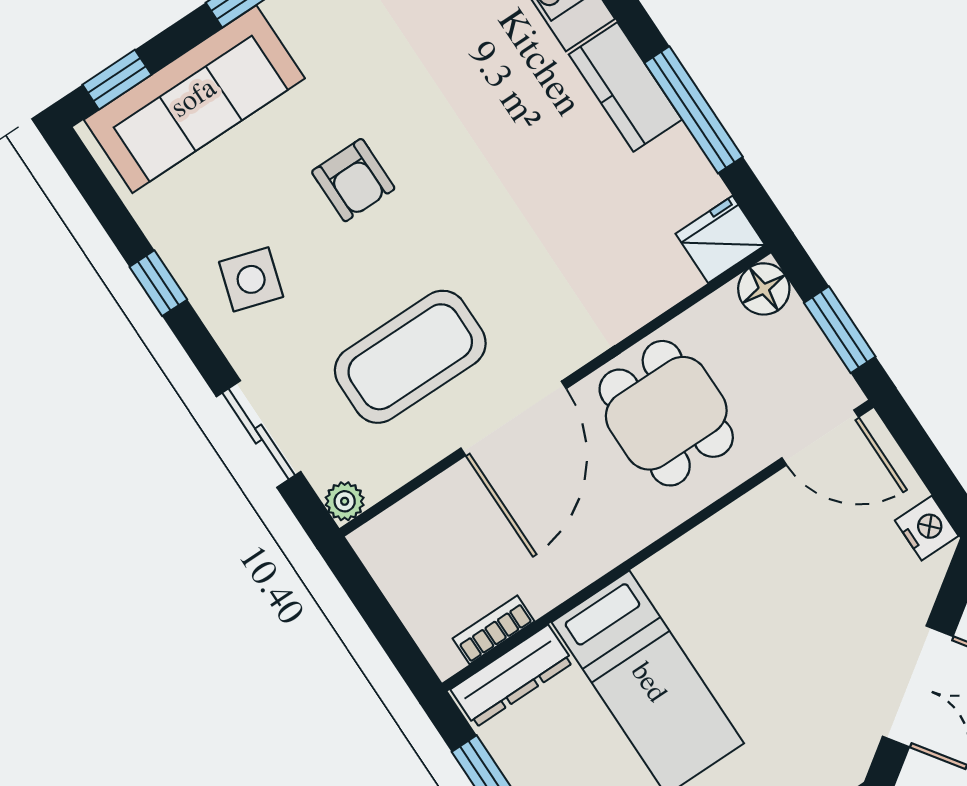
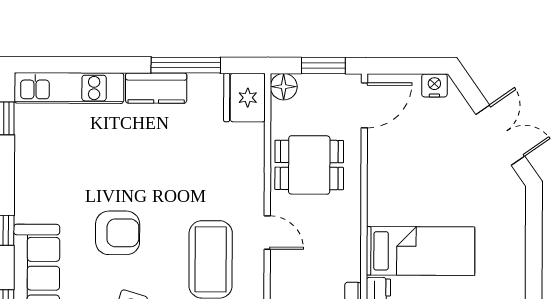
armchair: (353, 180) -> (118, 233), width x1.38, depth x1.38
fridge: (720, 239) -> (244, 98), width x1.36, depth x1.34
door: (514, 418) -> (267, 233), width x0.53

